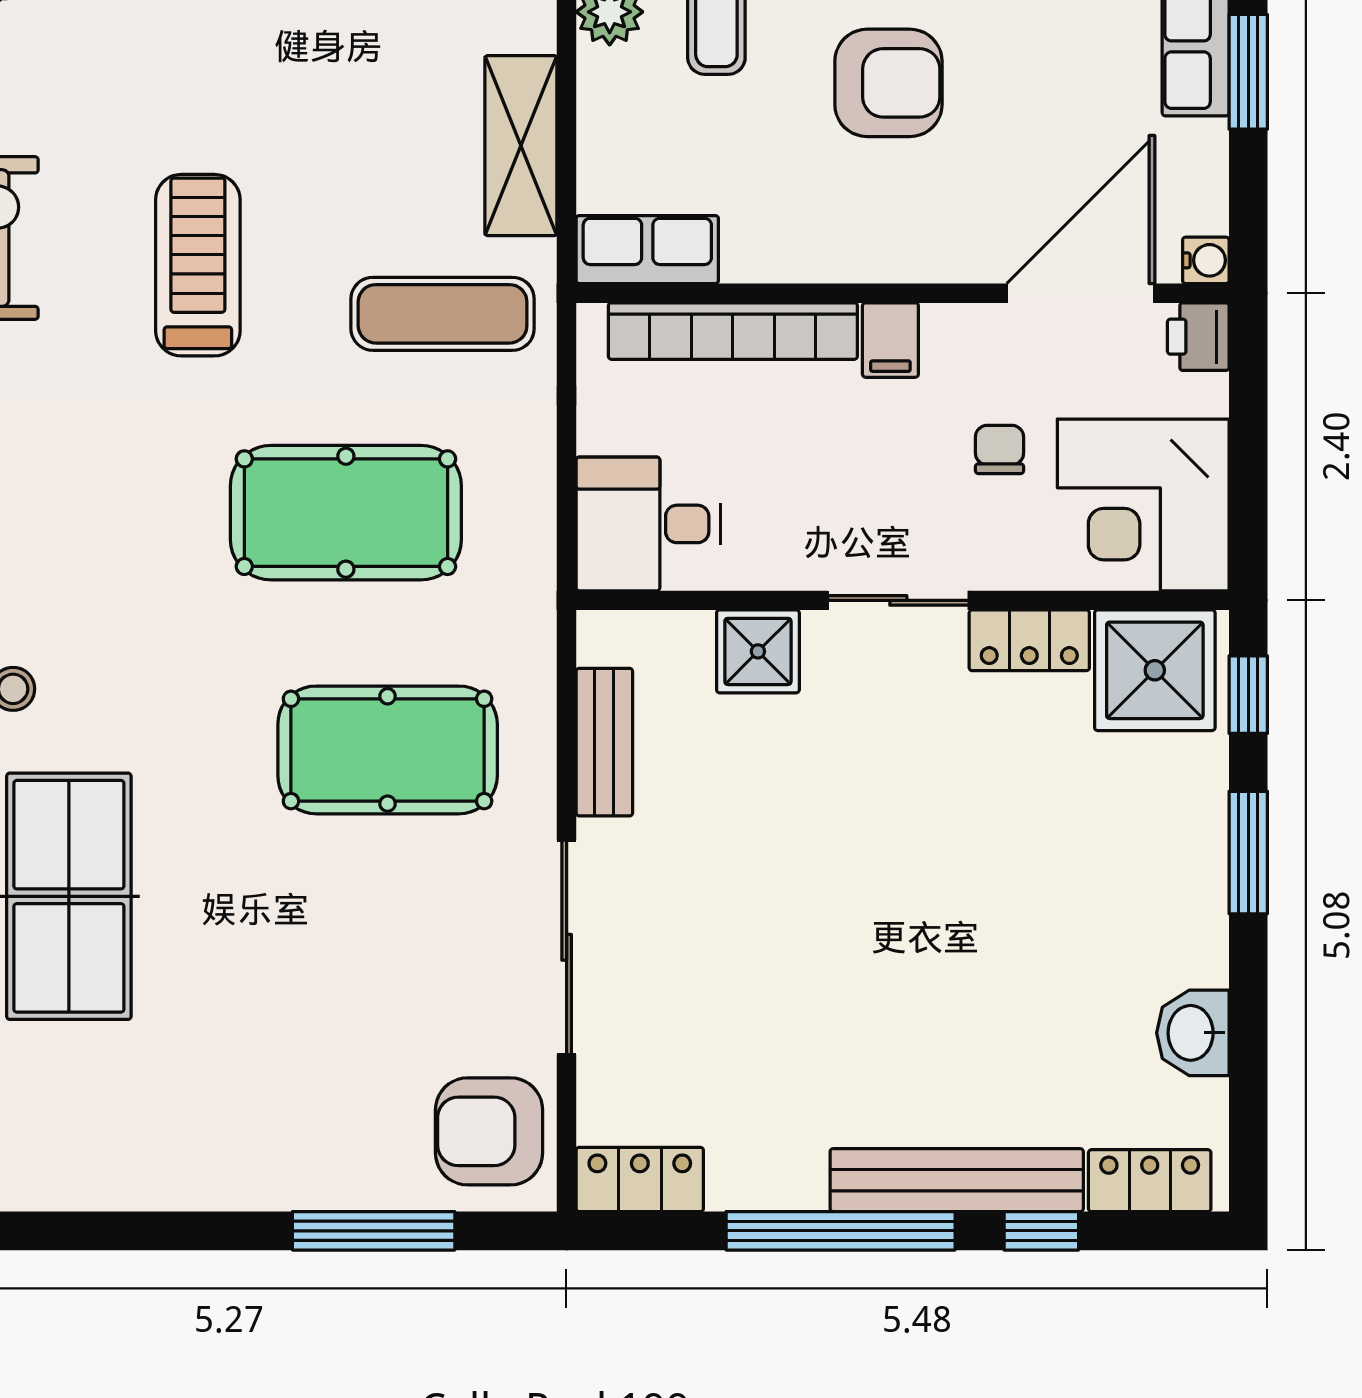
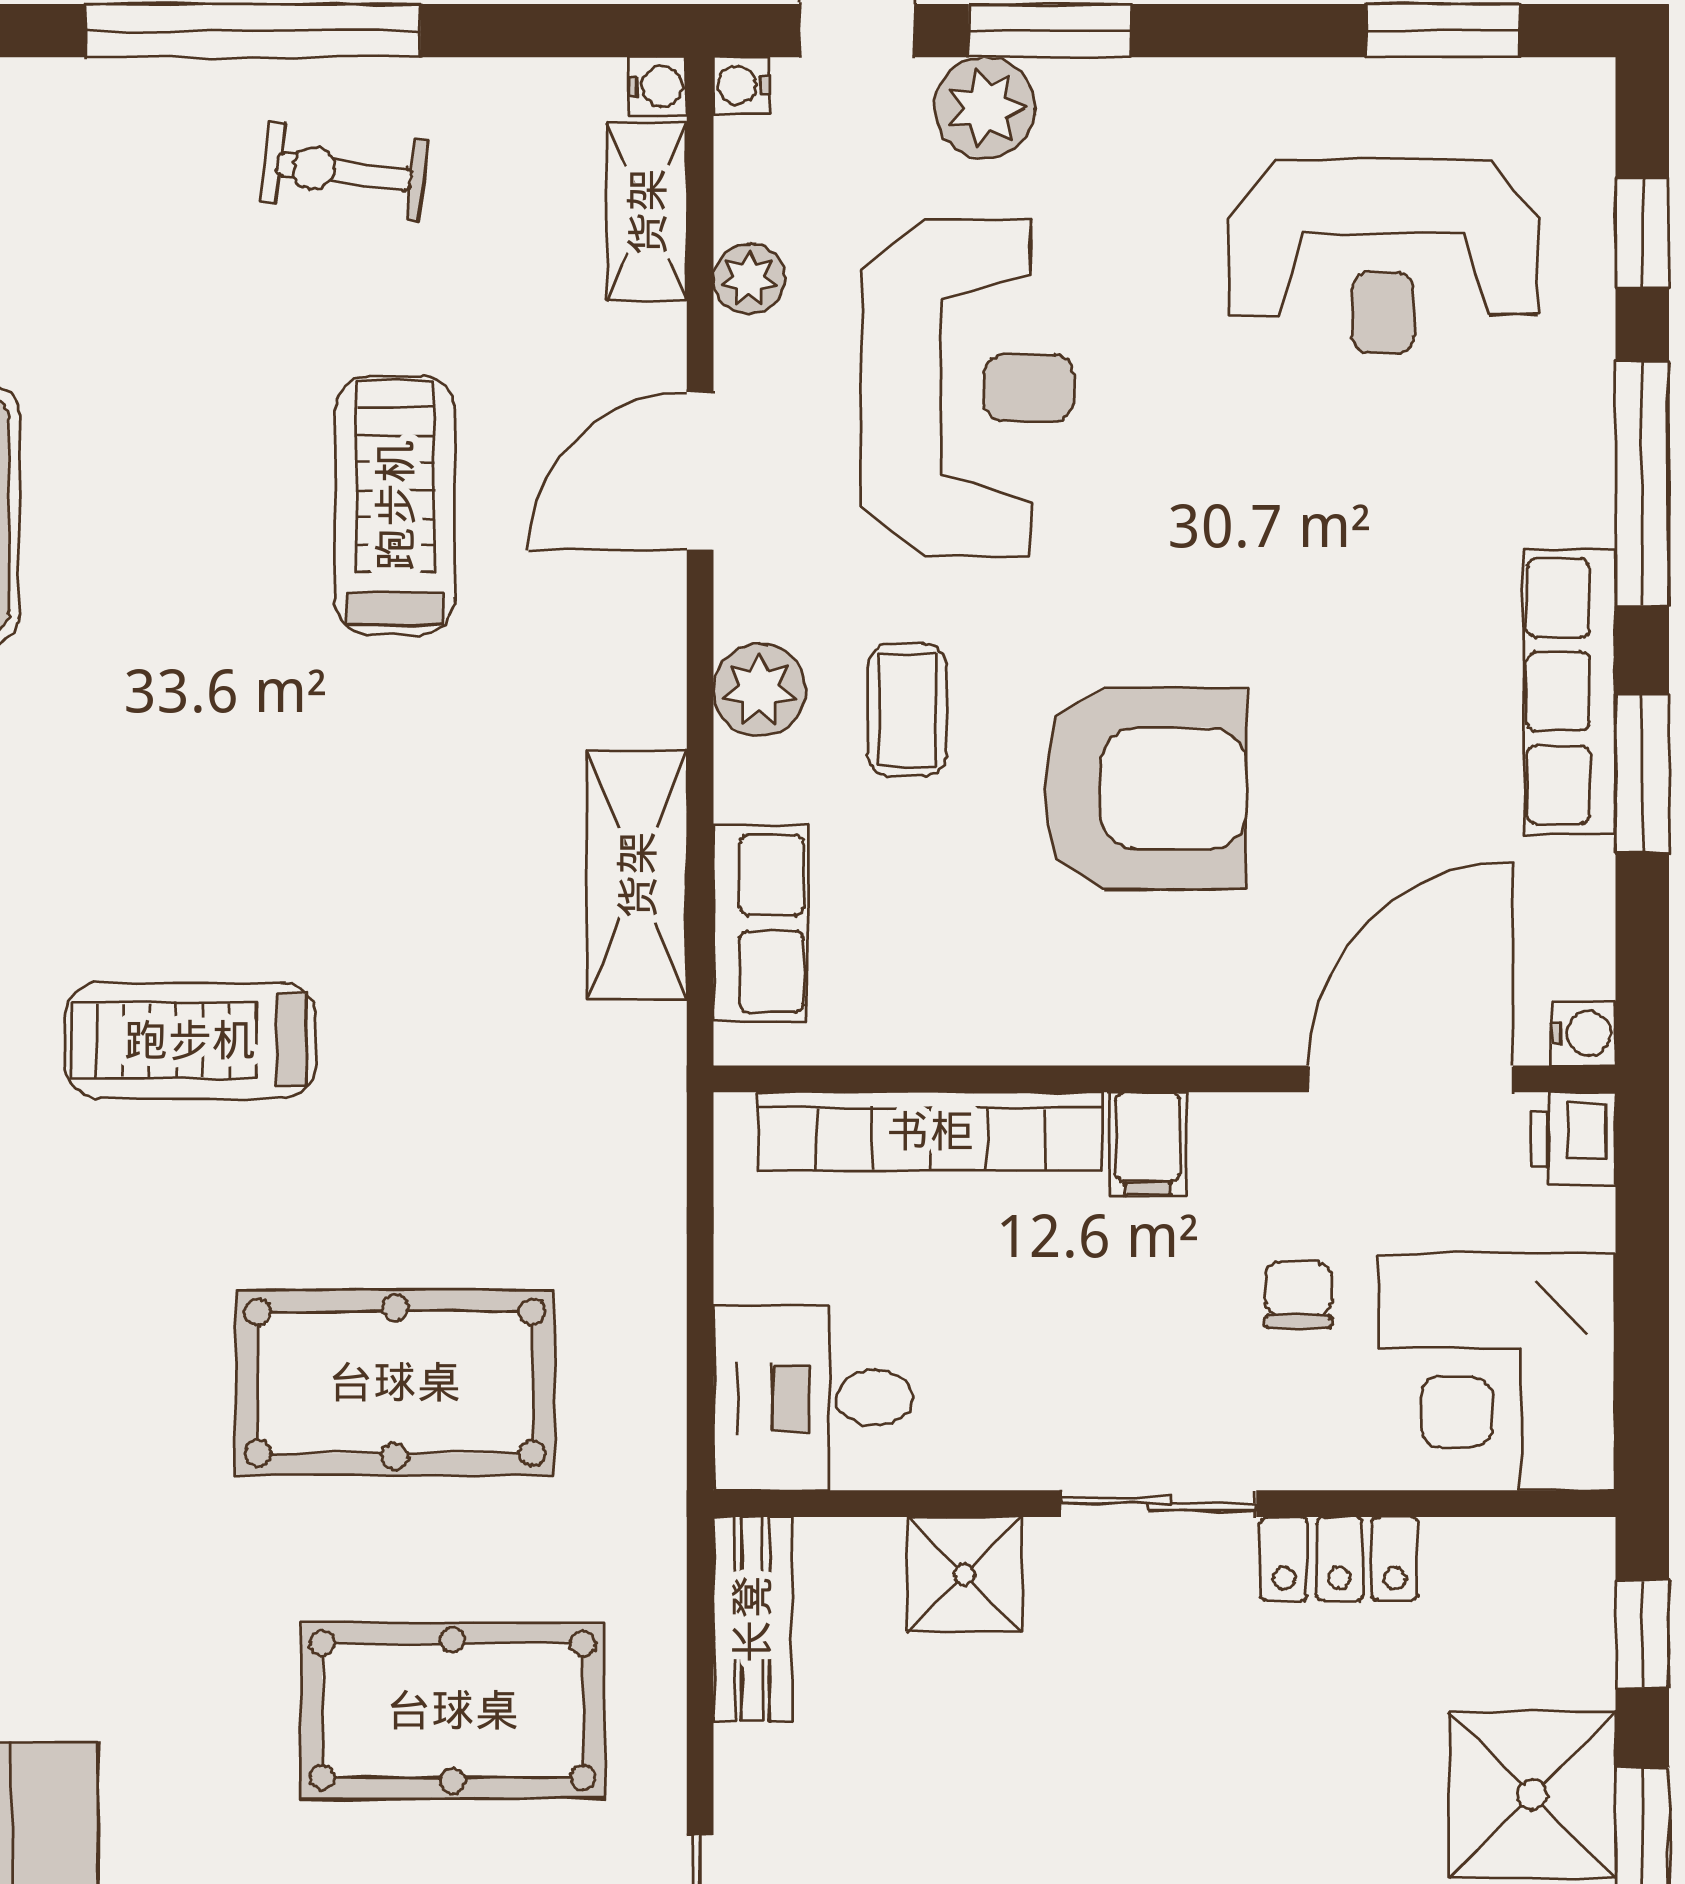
armchair: (888, 83) -> (1145, 788), width x1.36, depth x1.36
row of seats: (647, 250) -> (760, 923), moved, turned 90
treadmill: (198, 265) -> (190, 1040), turned -90
exercise mat: (443, 314) -> (529, 1107), removed
shower: (1155, 670) -> (1532, 1795), moved
bench: (604, 742) -> (752, 1619), moved

